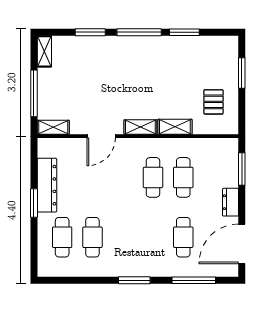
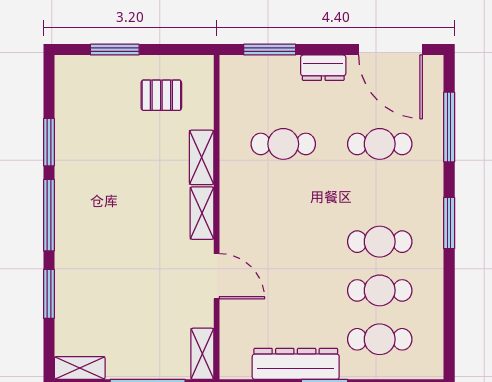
cafe table: (153, 177) -> (380, 242), moved

